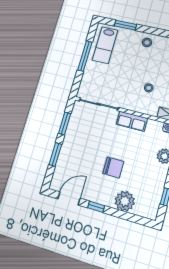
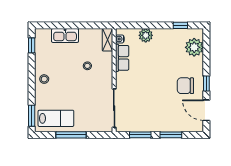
window: (125, 25) -> (32, 116), moved
row of seats: (132, 121) -> (122, 58), moved
chair: (113, 167) -> (185, 86), moved, turned -90
plant: (125, 201) -> (194, 47), moved

